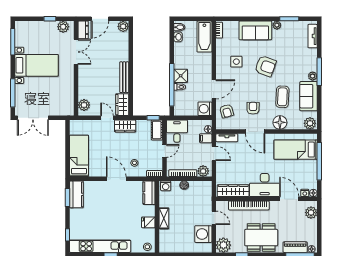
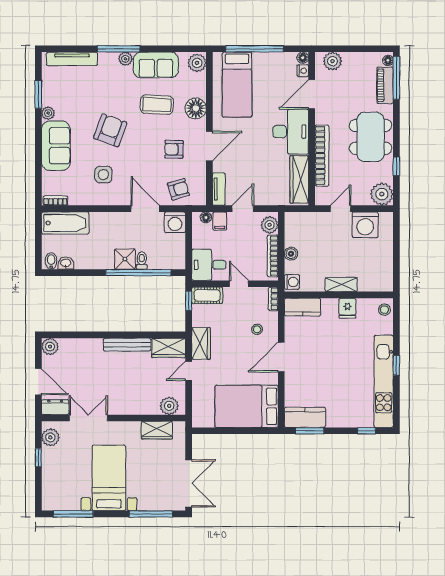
tv unit: (313, 36) -> (72, 59), width x1.41
wardrobe: (68, 97) -> (157, 430), added
bed: (79, 156) -> (247, 406), width x1.50

